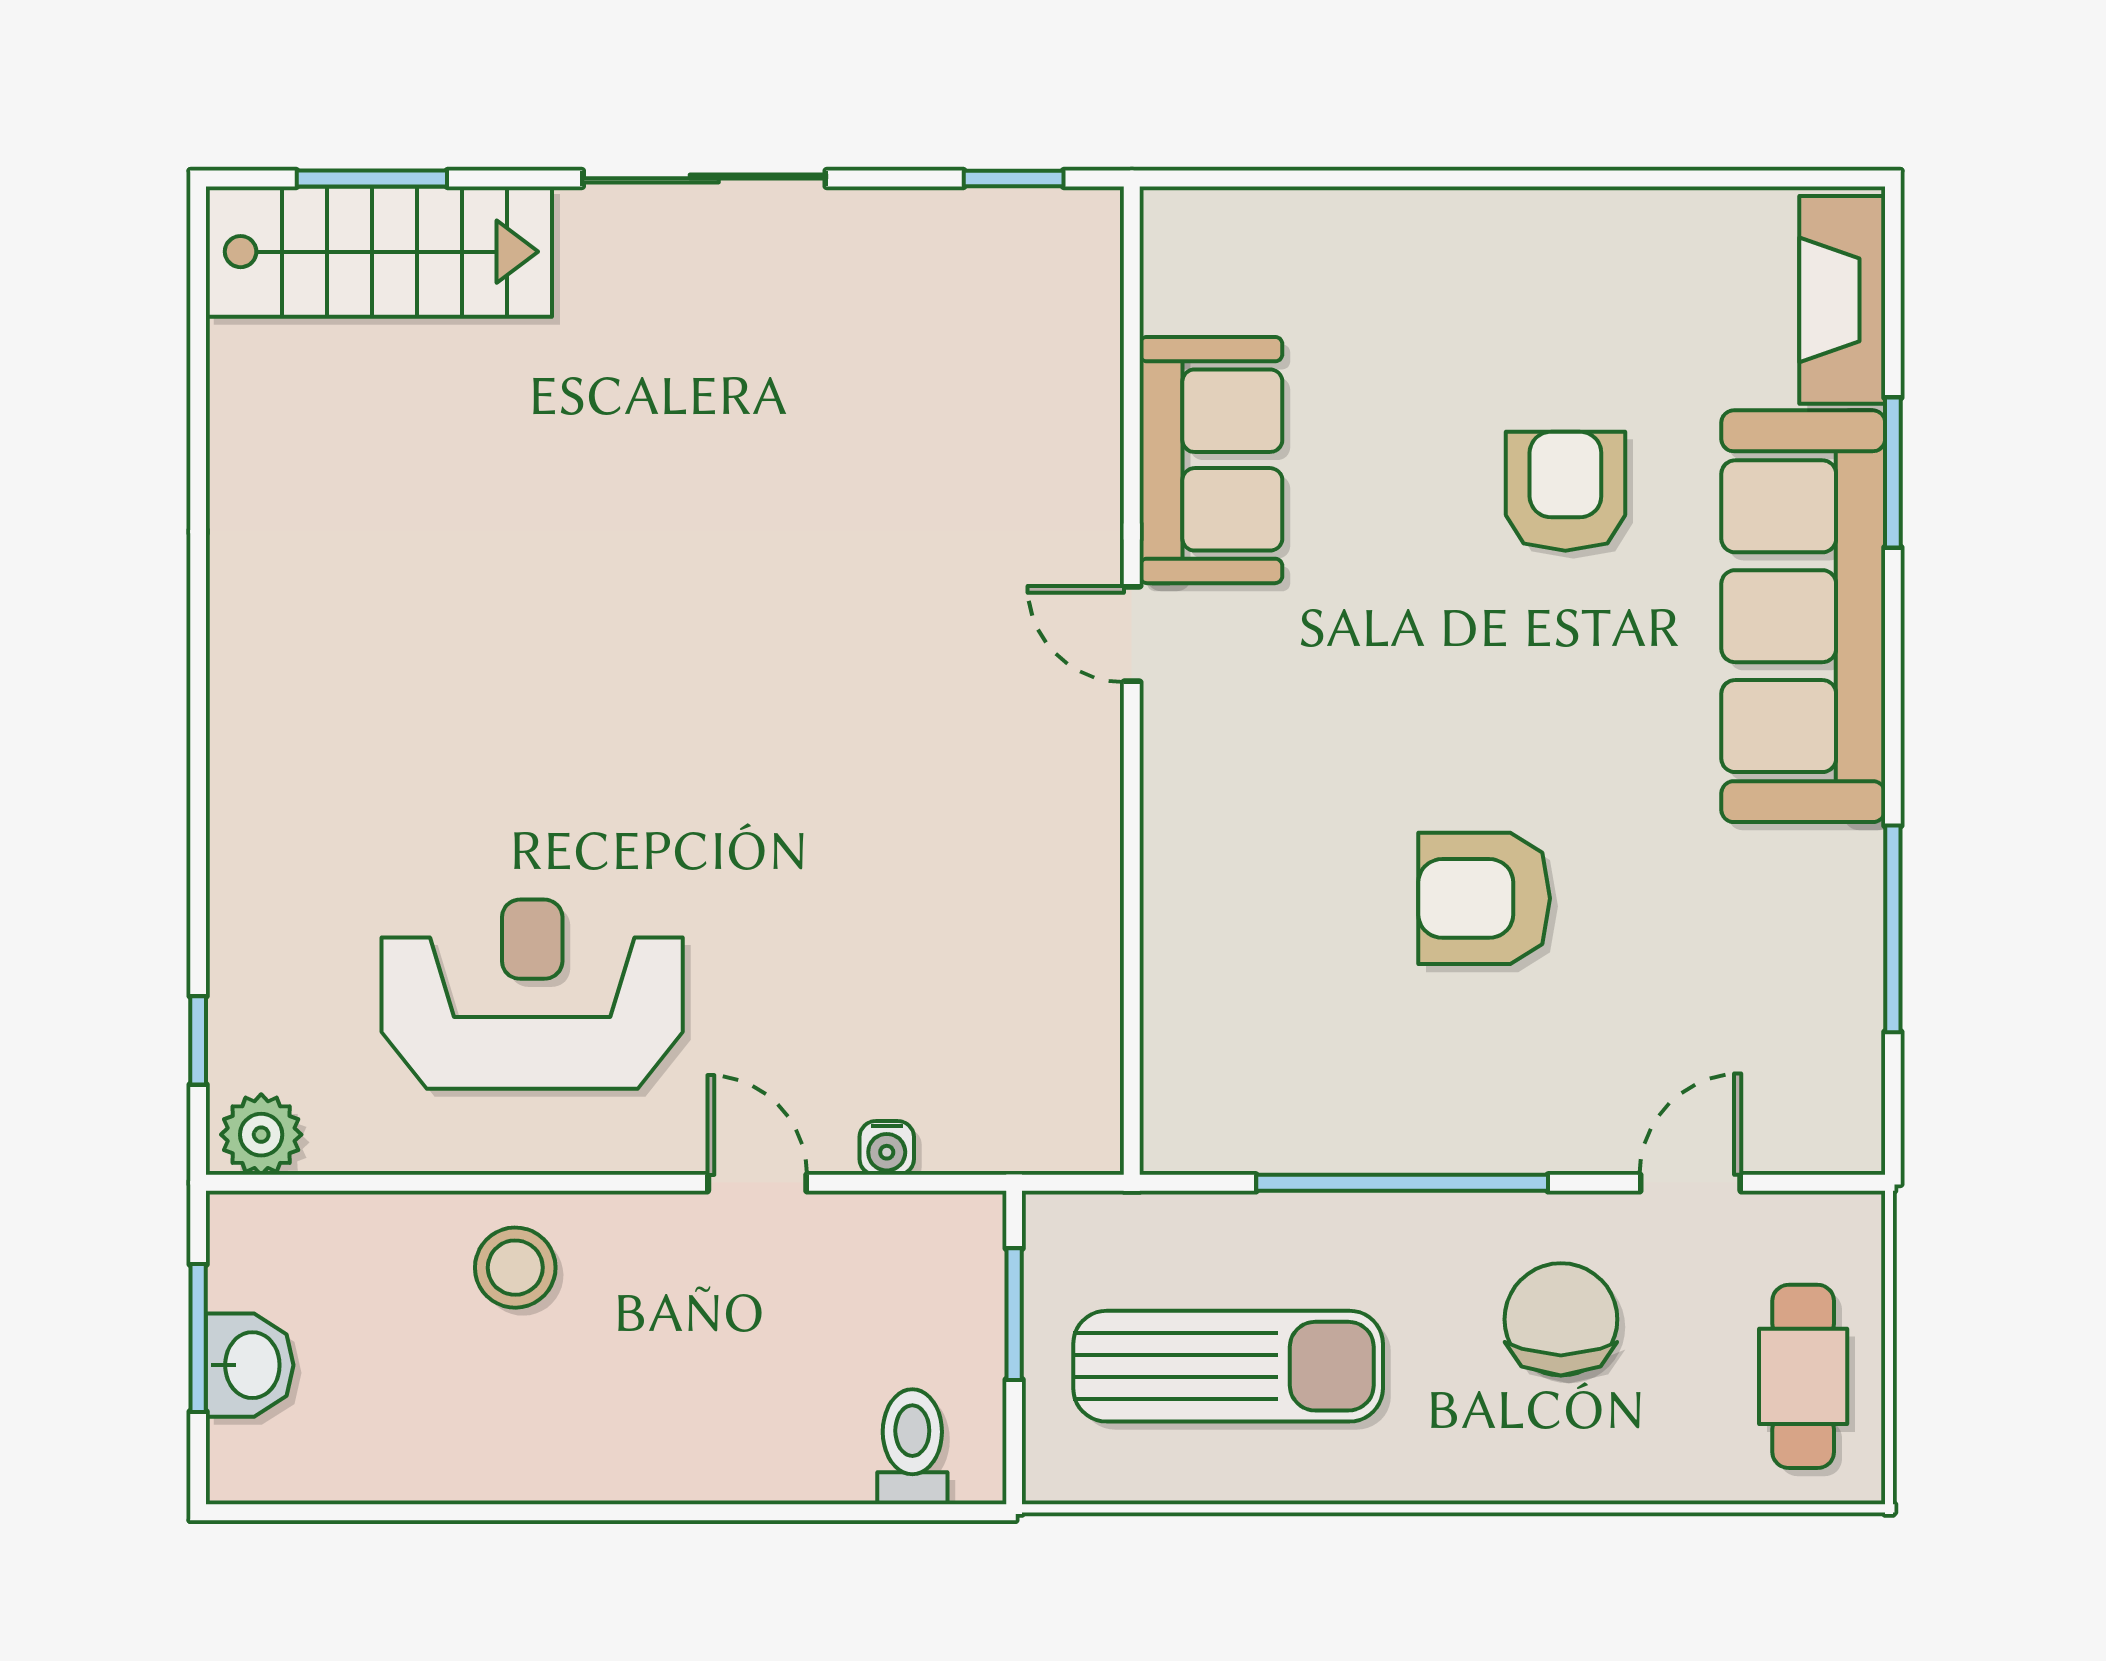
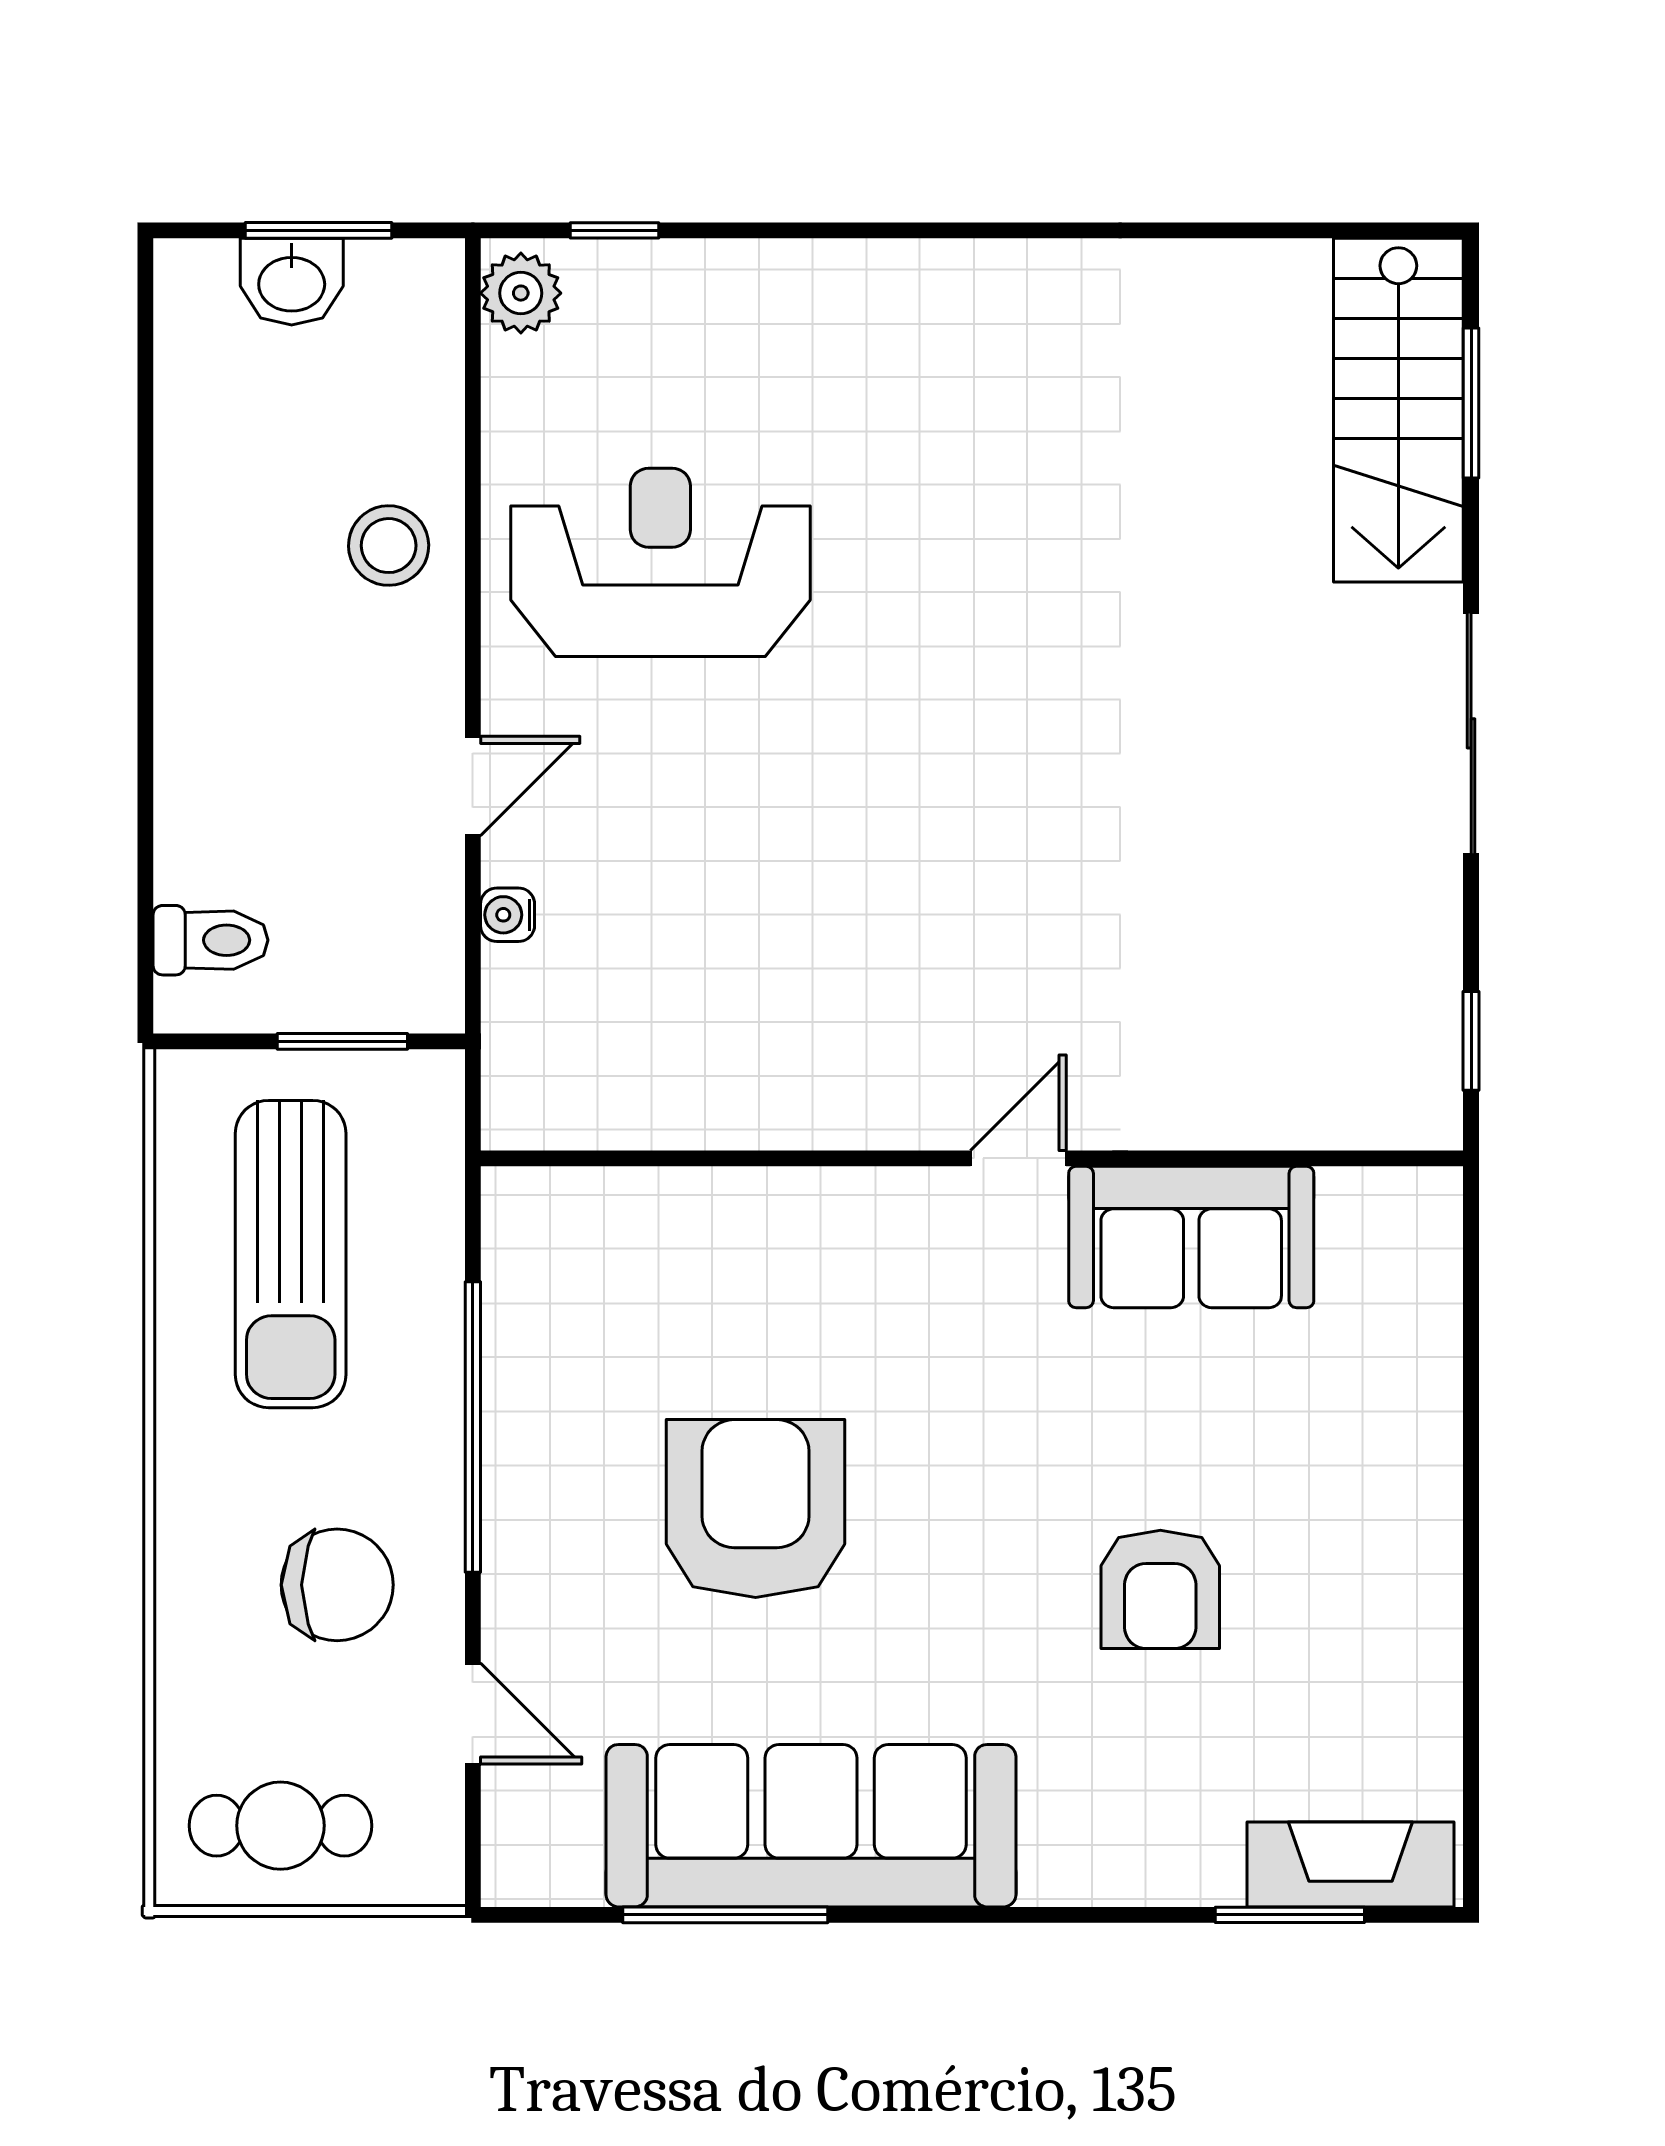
window: (1893, 472) -> (1290, 1915), moved
armchair: (1565, 491) -> (1160, 1589), turned 90
sofa: (1803, 616) -> (811, 1826), moved
armchair: (1484, 898) -> (756, 1509), width x1.36, depth x1.36
reception desk: (532, 994) -> (660, 562), turned -90

